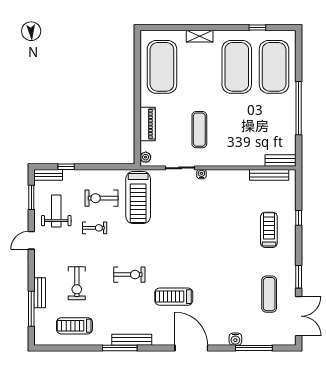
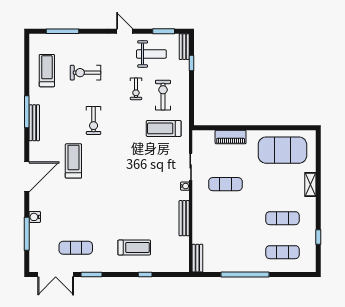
exercise mat: (237, 67) -> (282, 218), width x0.50, depth x0.69
exercise mat: (274, 67) -> (282, 252), width x0.50, depth x0.69
plant: (146, 157) -> (200, 135), removed
bench: (269, 175) -> (184, 218), moved
treadmill: (138, 198) -> (164, 128), width x0.73, depth x0.73
bench: (40, 293) -> (77, 39), removed

